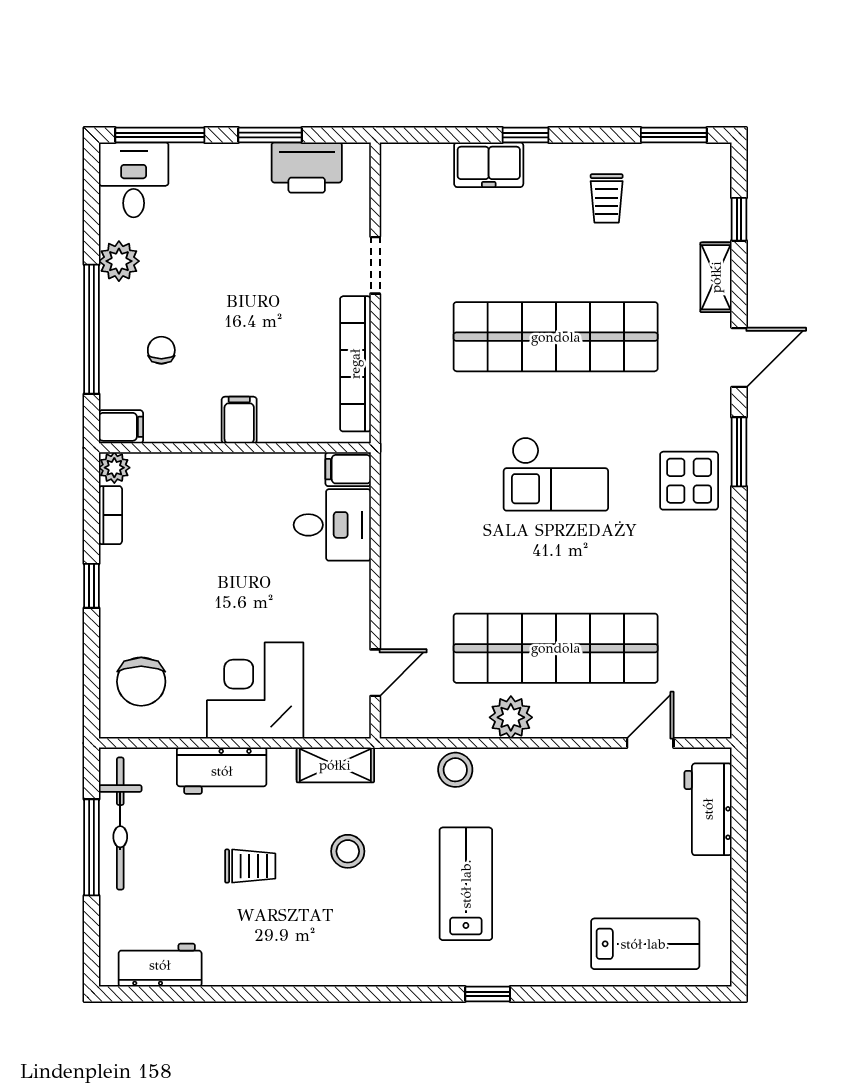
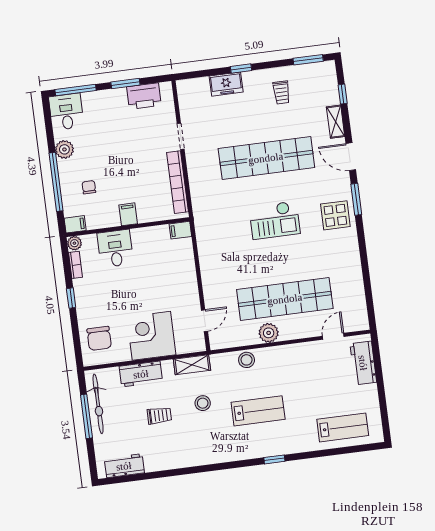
door: (739, 357) -> (351, 157), swing flipped
desk: (332, 525) -> (115, 249), moved, turned -90
lab bench: (466, 884) -> (258, 411), turned 90

